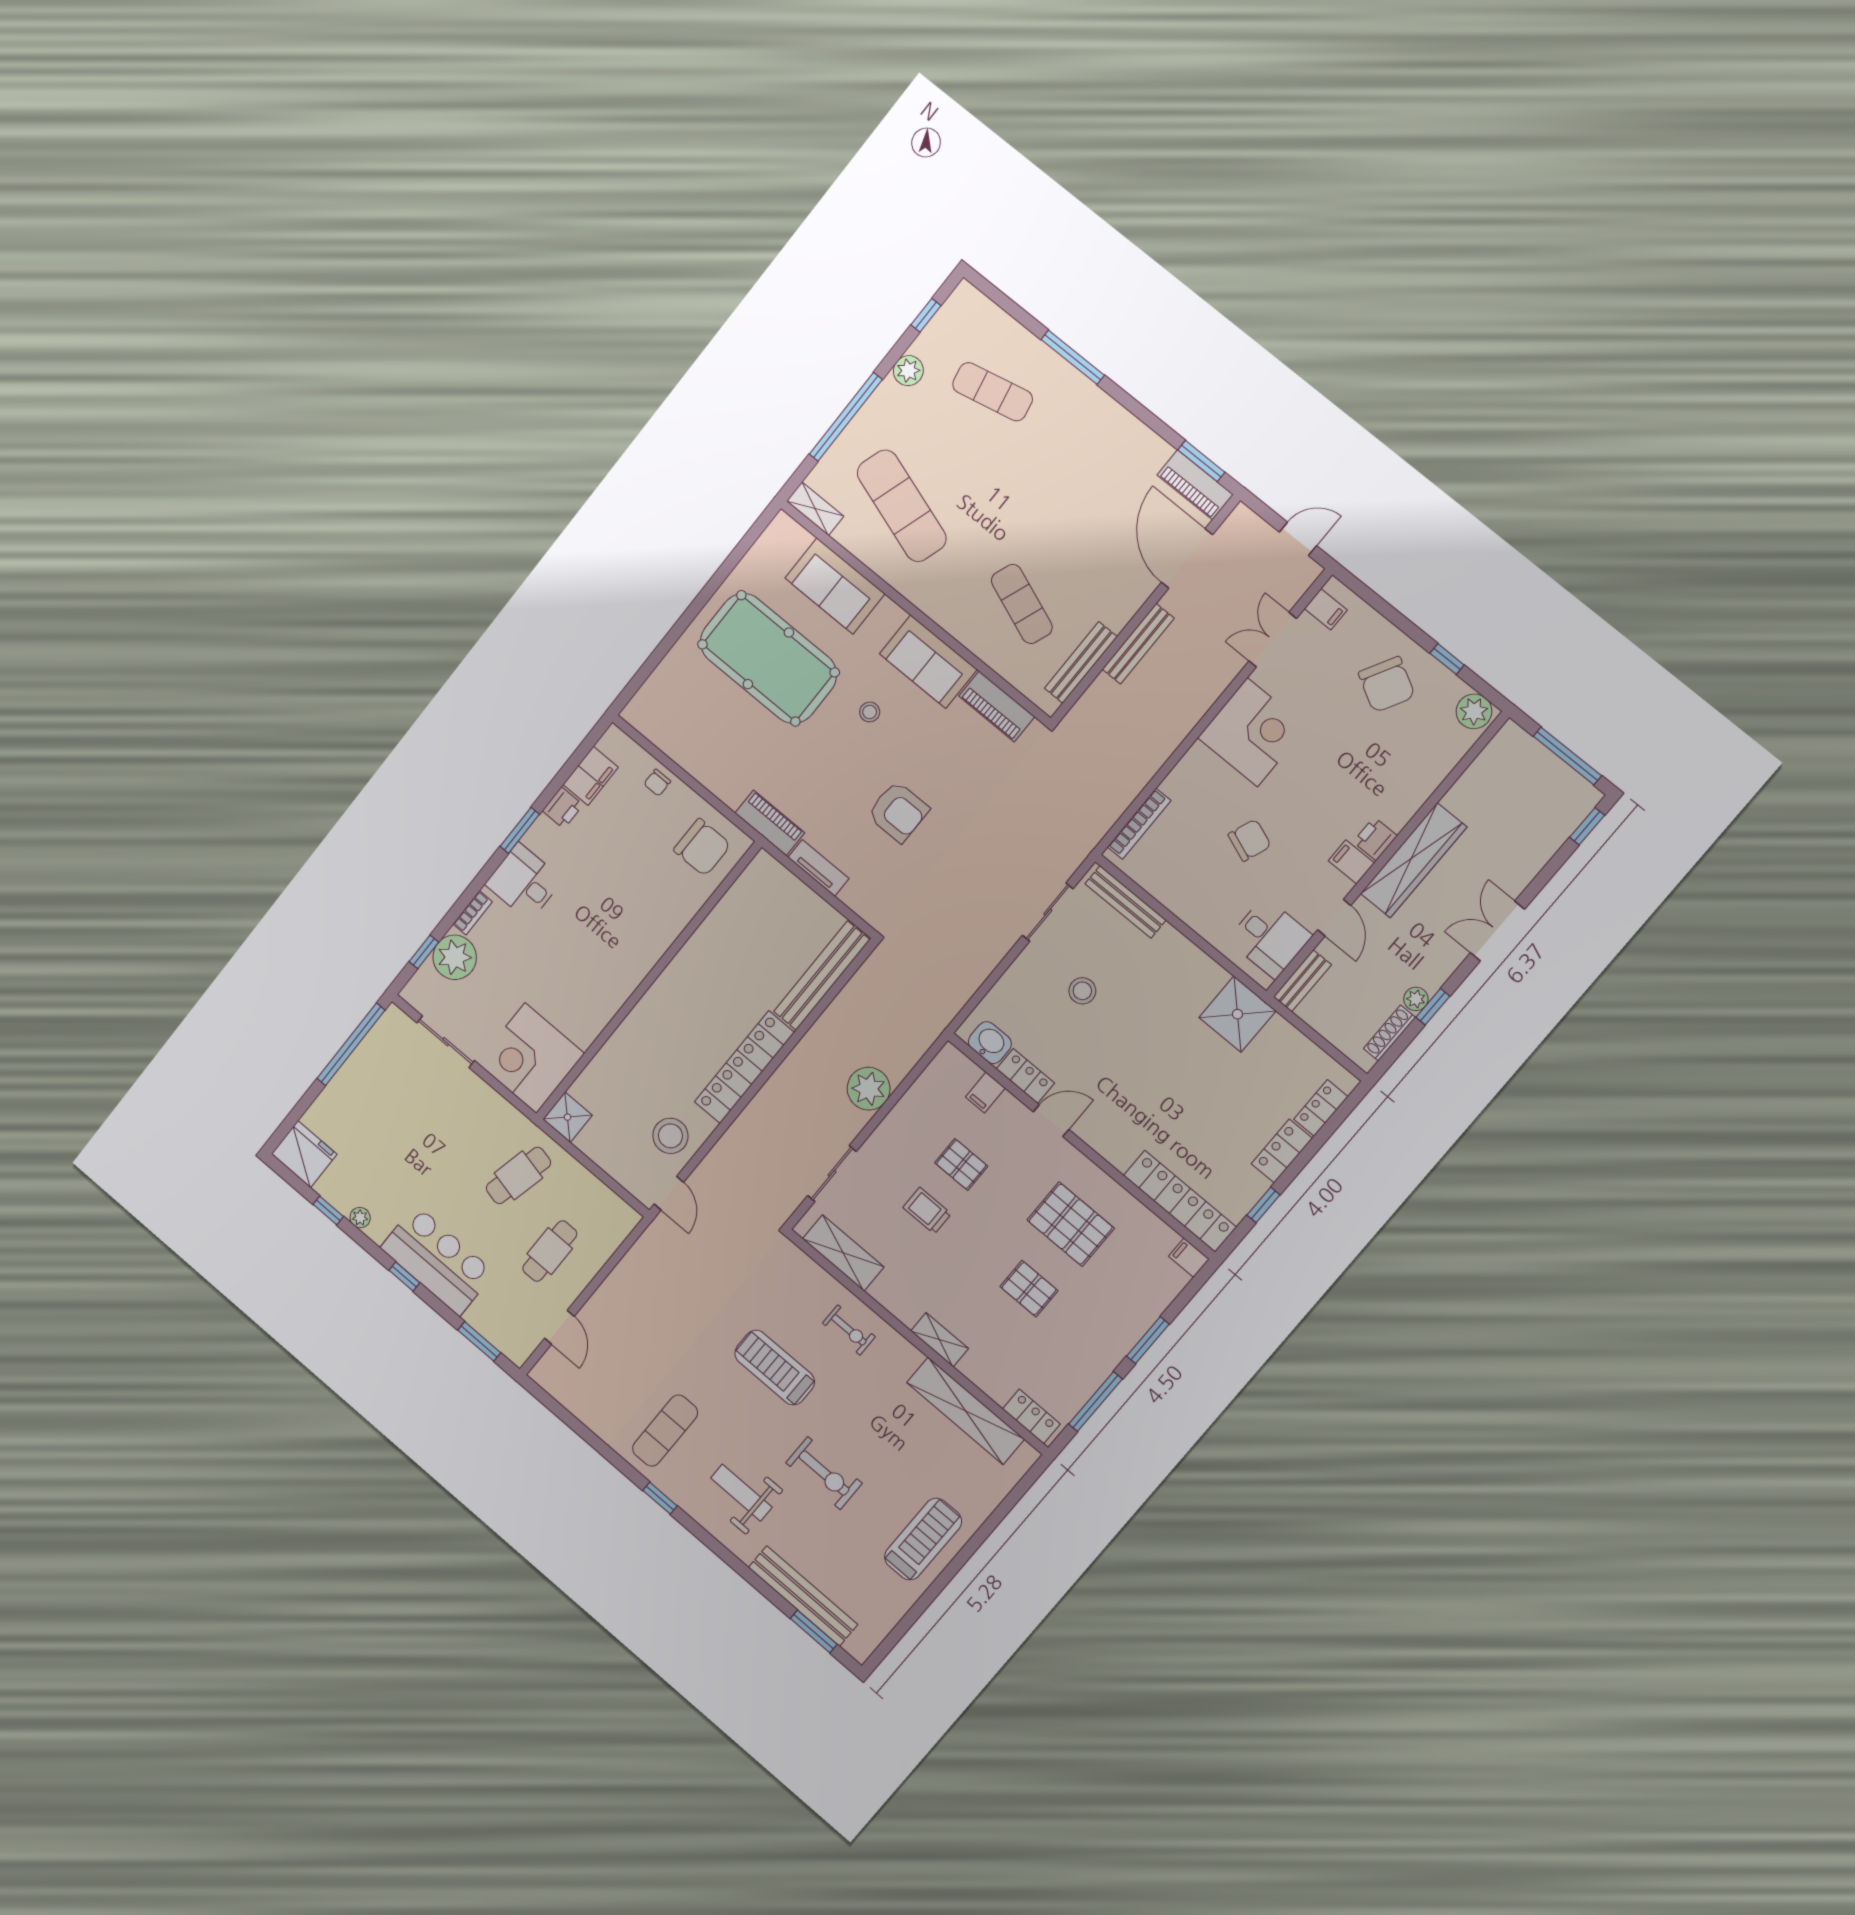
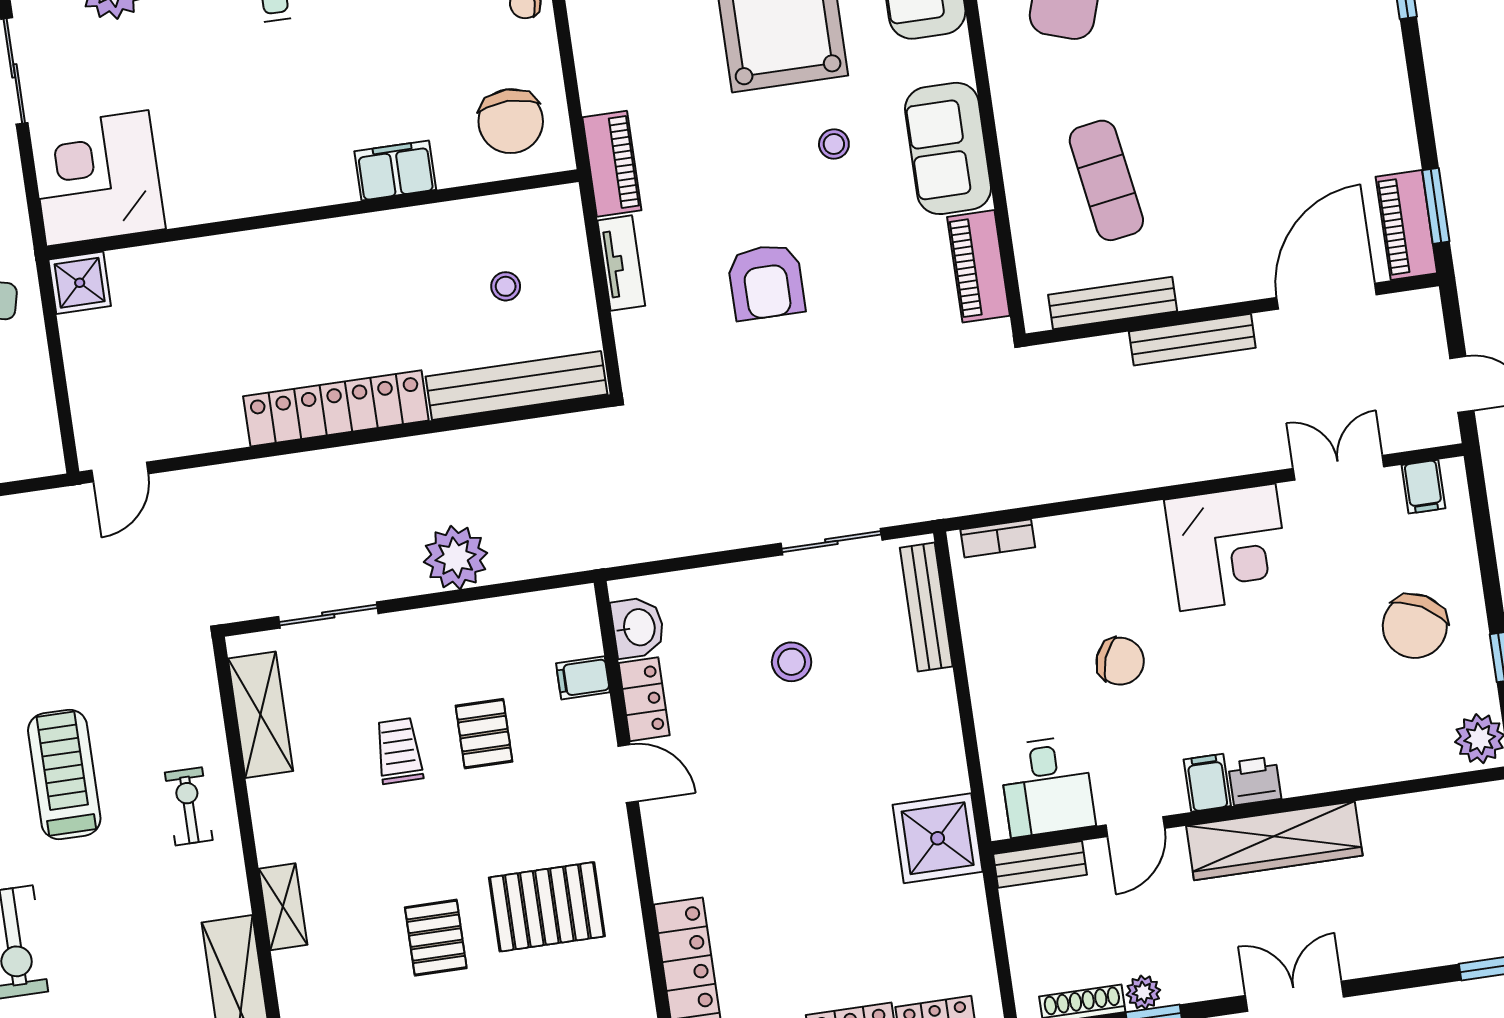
exercise mat: (1022, 604) -> (1106, 180), turned -30
bookcase: (1139, 824) -> (998, 538), width x0.64
filing cabinet: (668, 923) -> (395, 170), added
stool: (670, 1136) -> (506, 286), moved, width x0.53, depth x0.53
pallet: (1071, 1224) -> (547, 907), turned 90
exercise bike: (849, 1330) -> (189, 806), turned 180

